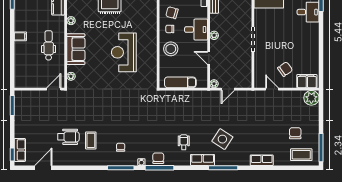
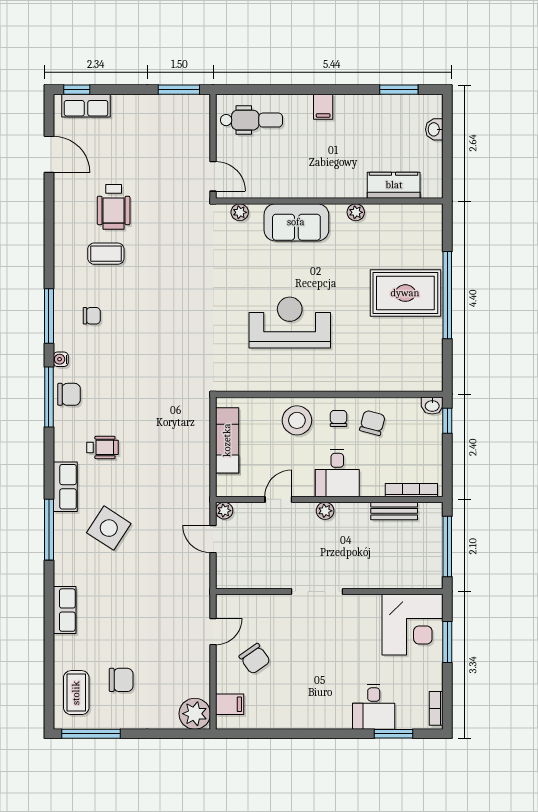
dental chair: (49, 45) -> (251, 120), moved
filing cabinet: (307, 81) -> (230, 704), width x0.50

